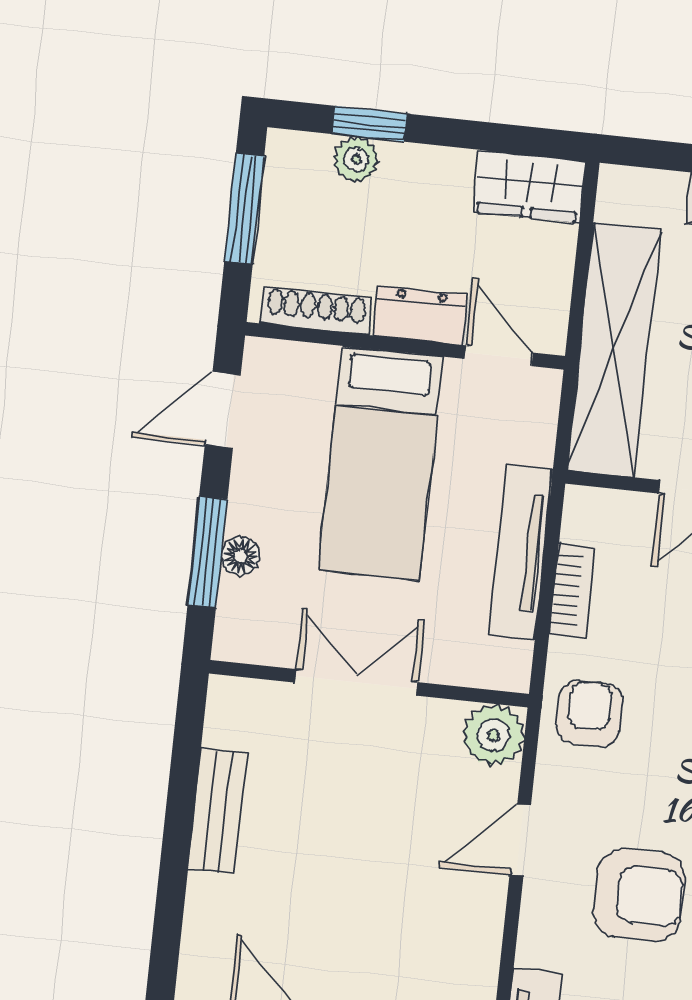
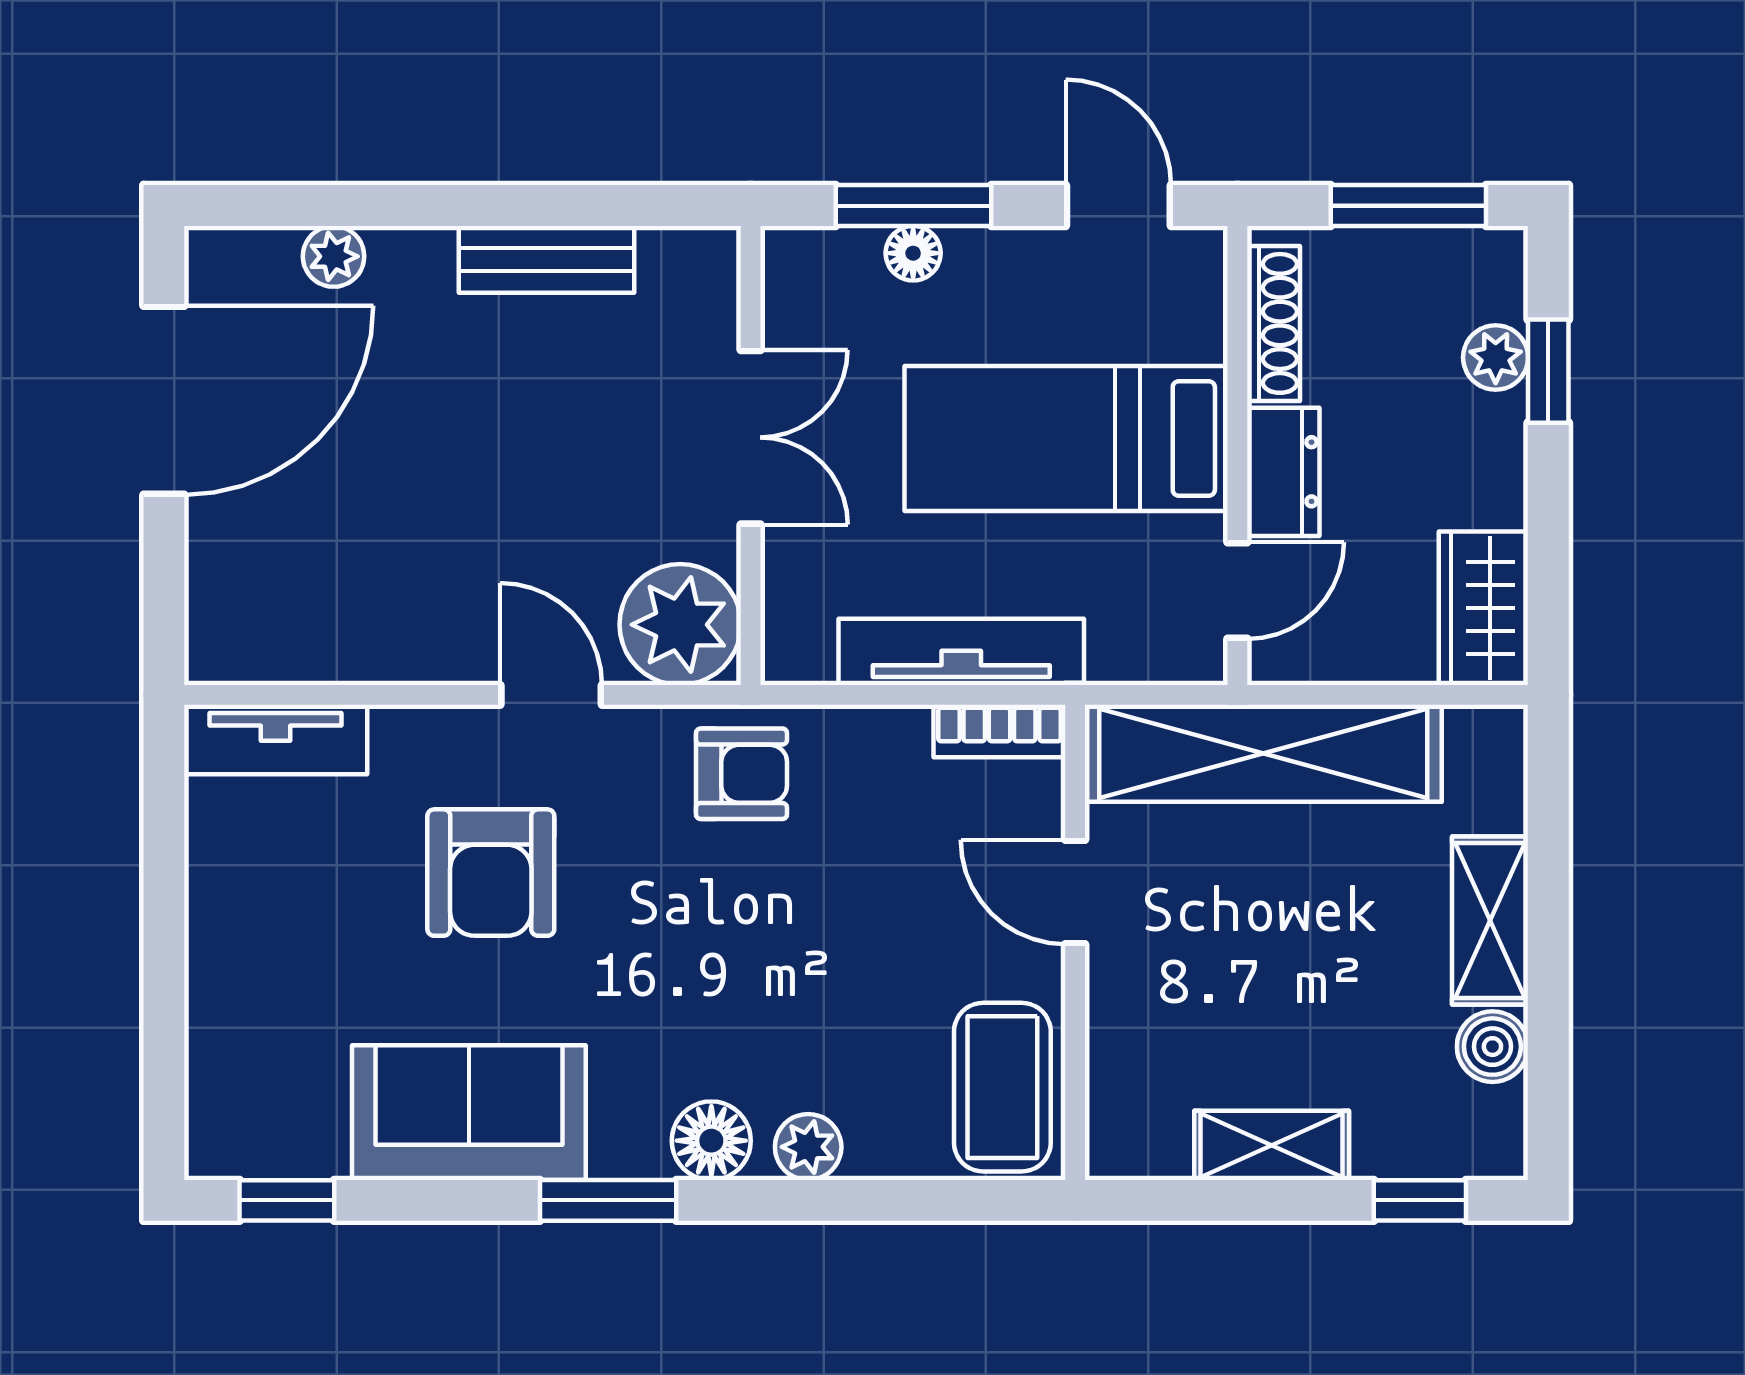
bookcase: (572, 591) -> (999, 731), moved
plant: (493, 735) -> (680, 625), width x1.36, depth x1.36
plant: (200, 958) -> (334, 256), added

